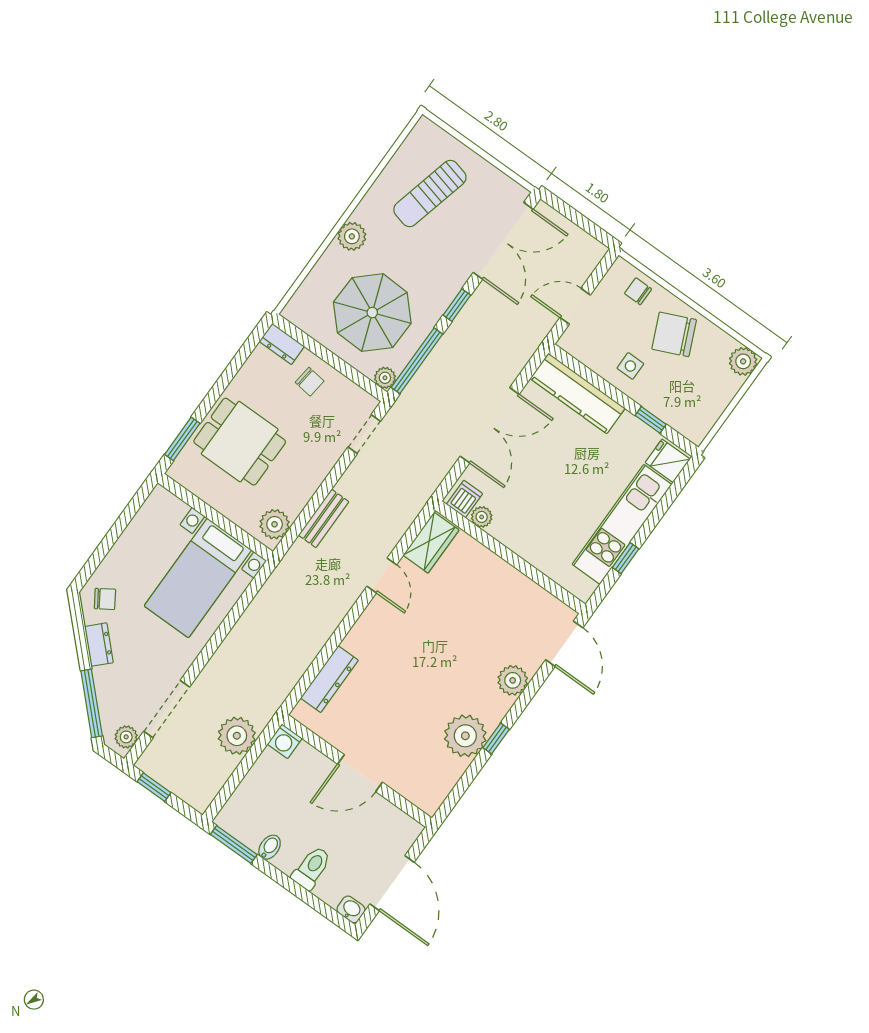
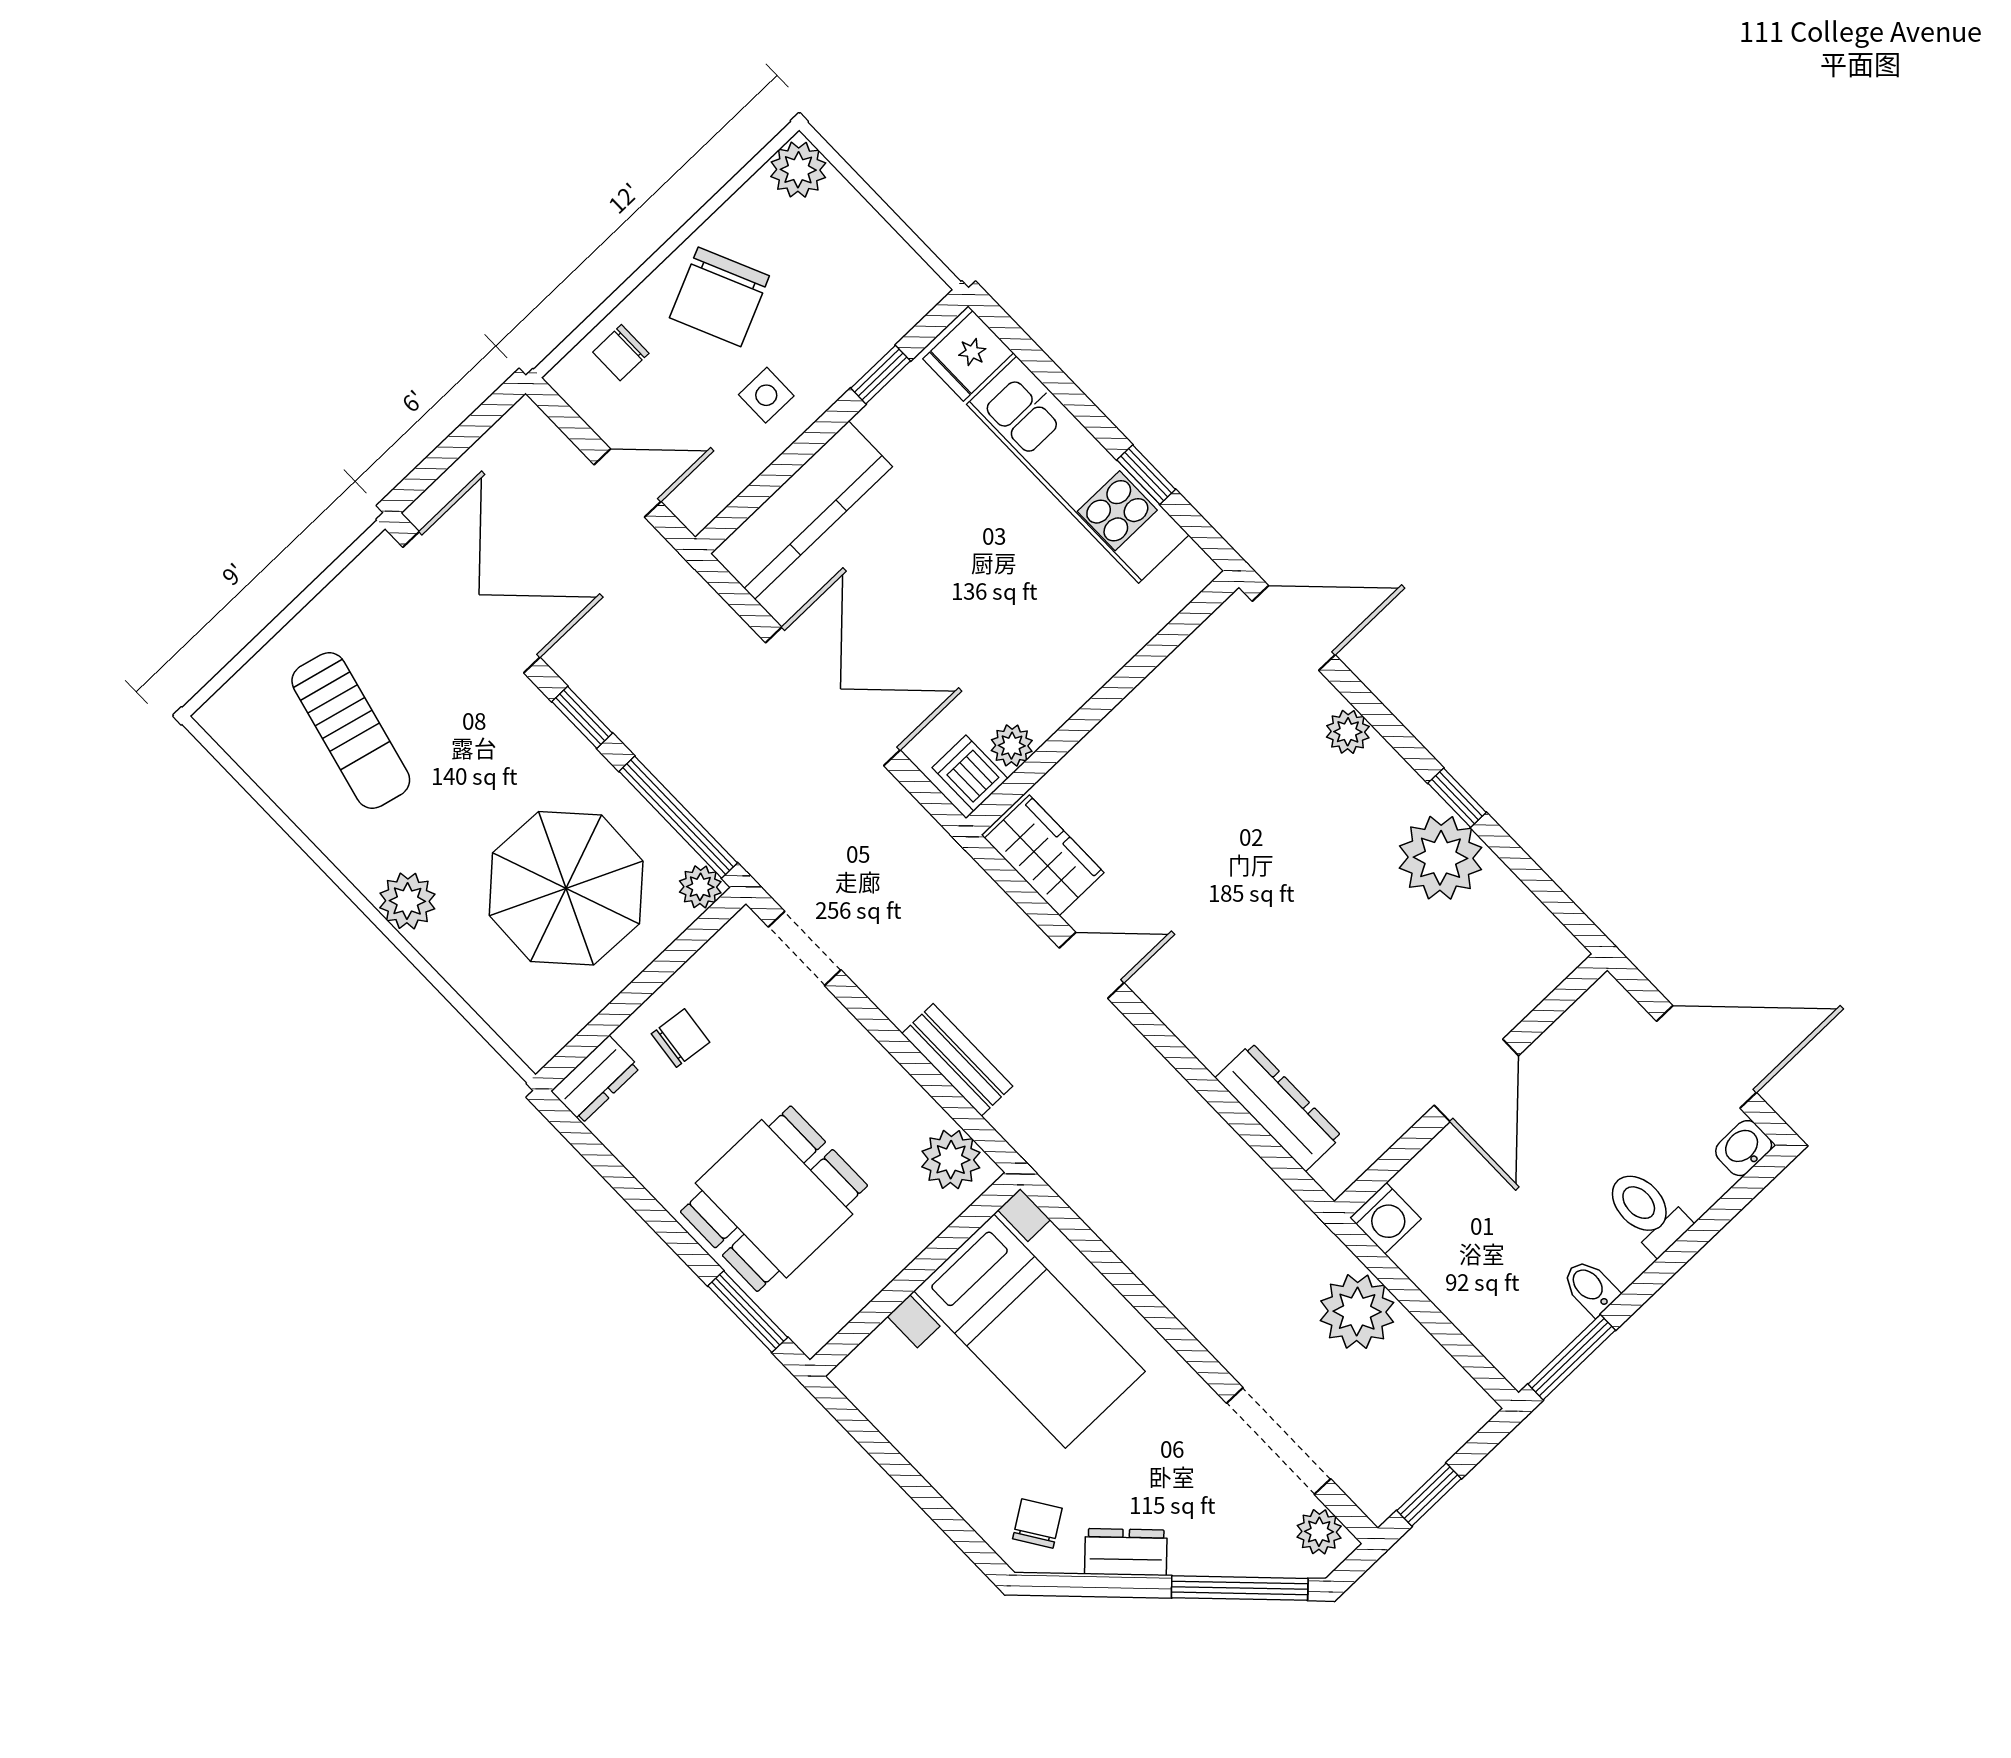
door: (575, 306) -> (628, 483), swing flipped
plant: (513, 680) -> (1348, 732), width x0.73, depth x0.73

